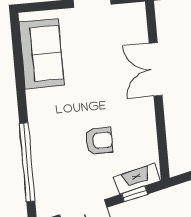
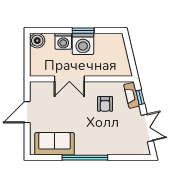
armchair: (99, 141) -> (105, 104), moved, turned 180
window: (27, 162) -> (85, 158), moved

